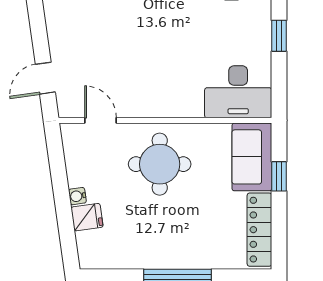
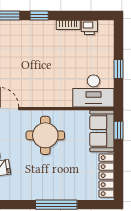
window: (279, 36) -> (119, 69), moved
window: (279, 176) -> (119, 130), moved

